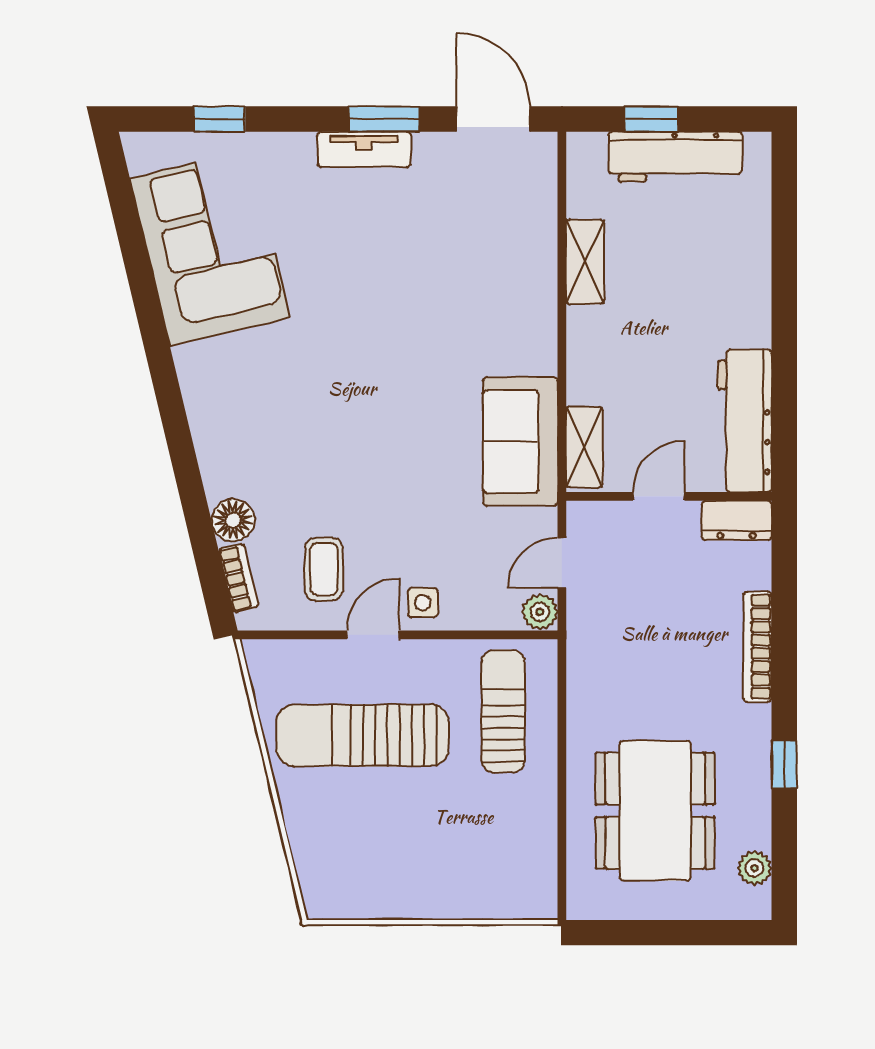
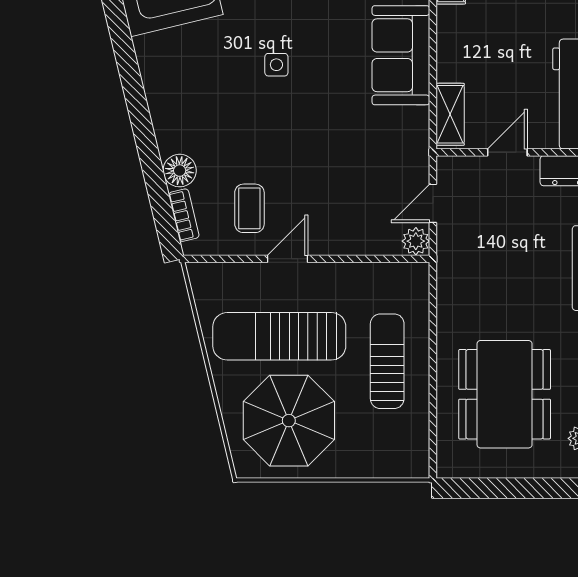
sofa: (520, 441) -> (401, 55), moved
side table: (423, 603) -> (276, 65), moved
sun lounger: (503, 711) -> (387, 361), moved
parasol: (375, 845) -> (289, 421), added

